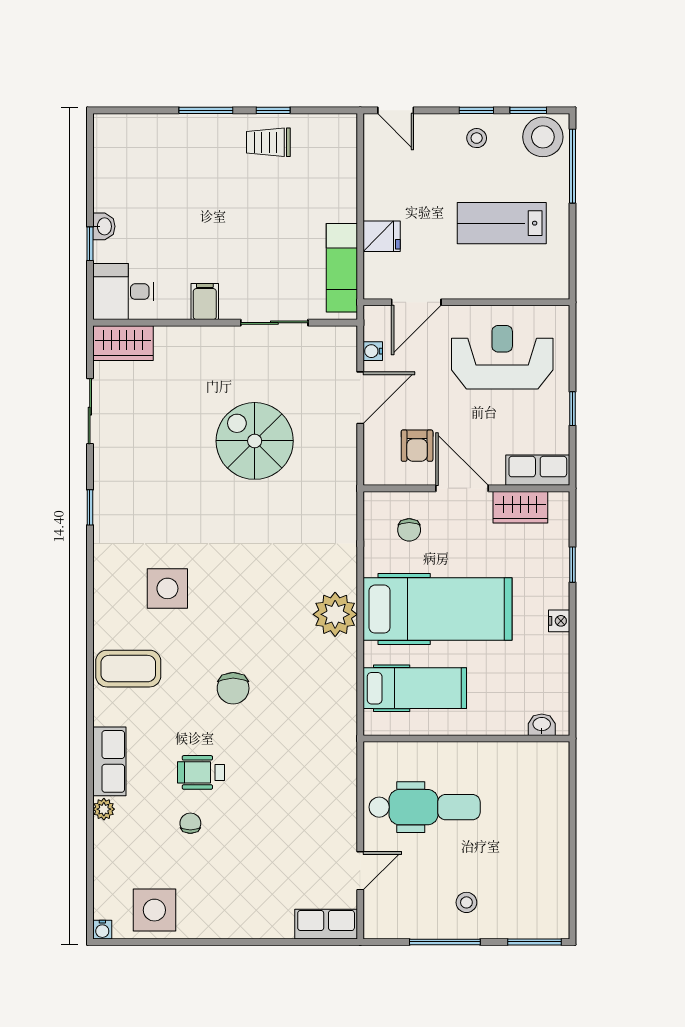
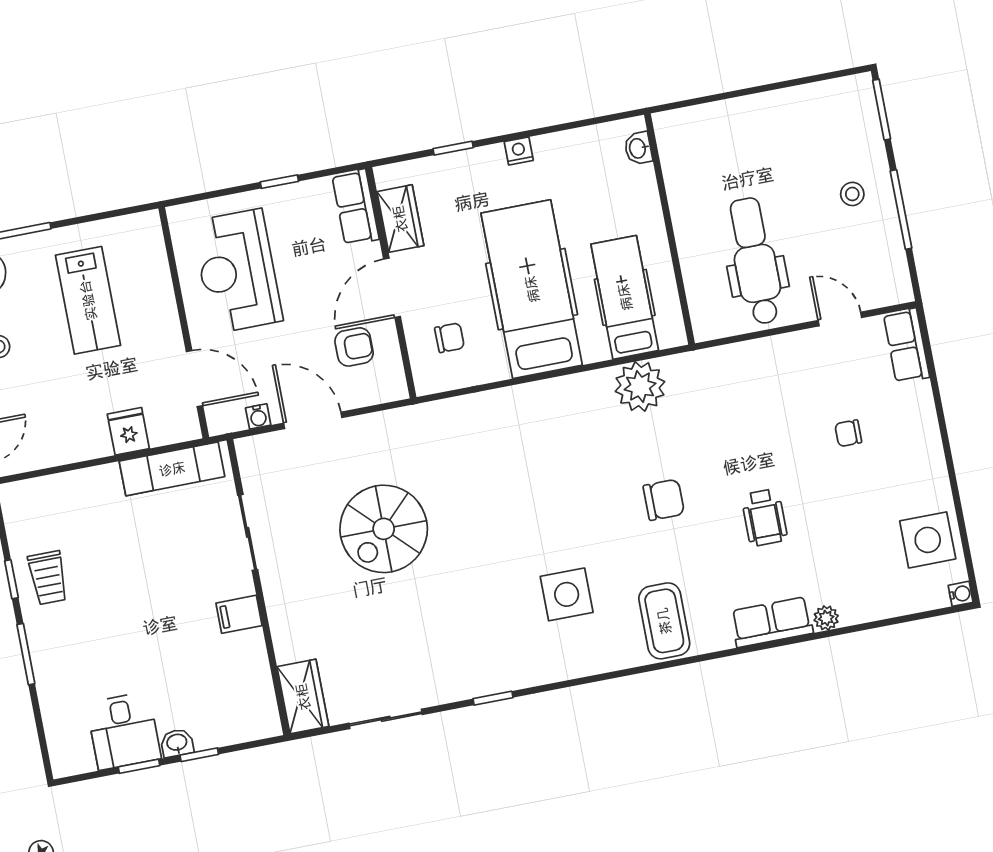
window: (90, 190) -> (139, 766), added
desk: (123, 292) -> (124, 731), moved
plant: (335, 614) -> (640, 387), moved
chair: (190, 823) -> (848, 433), moved

